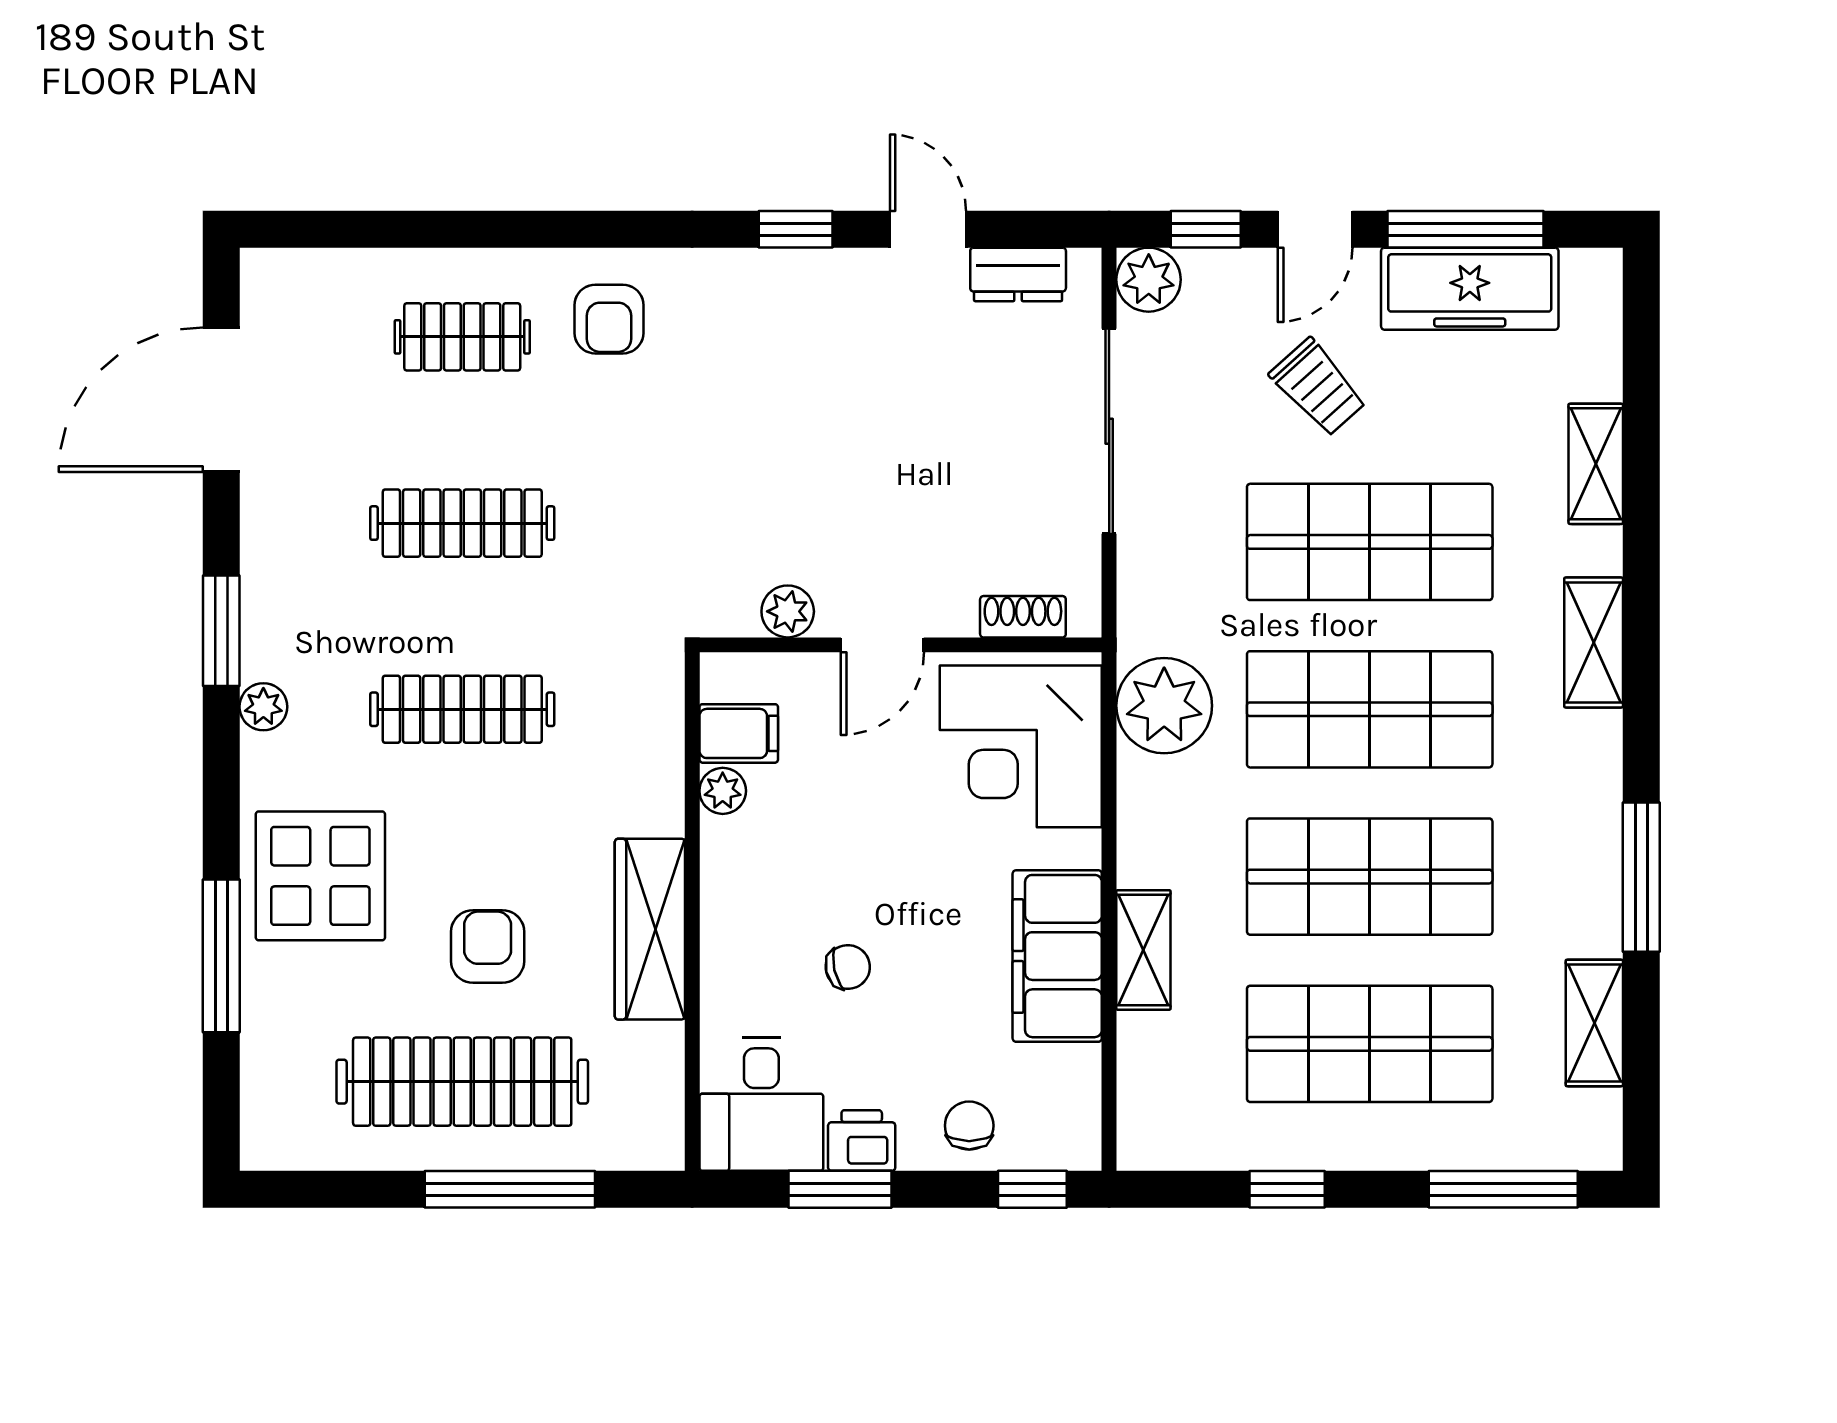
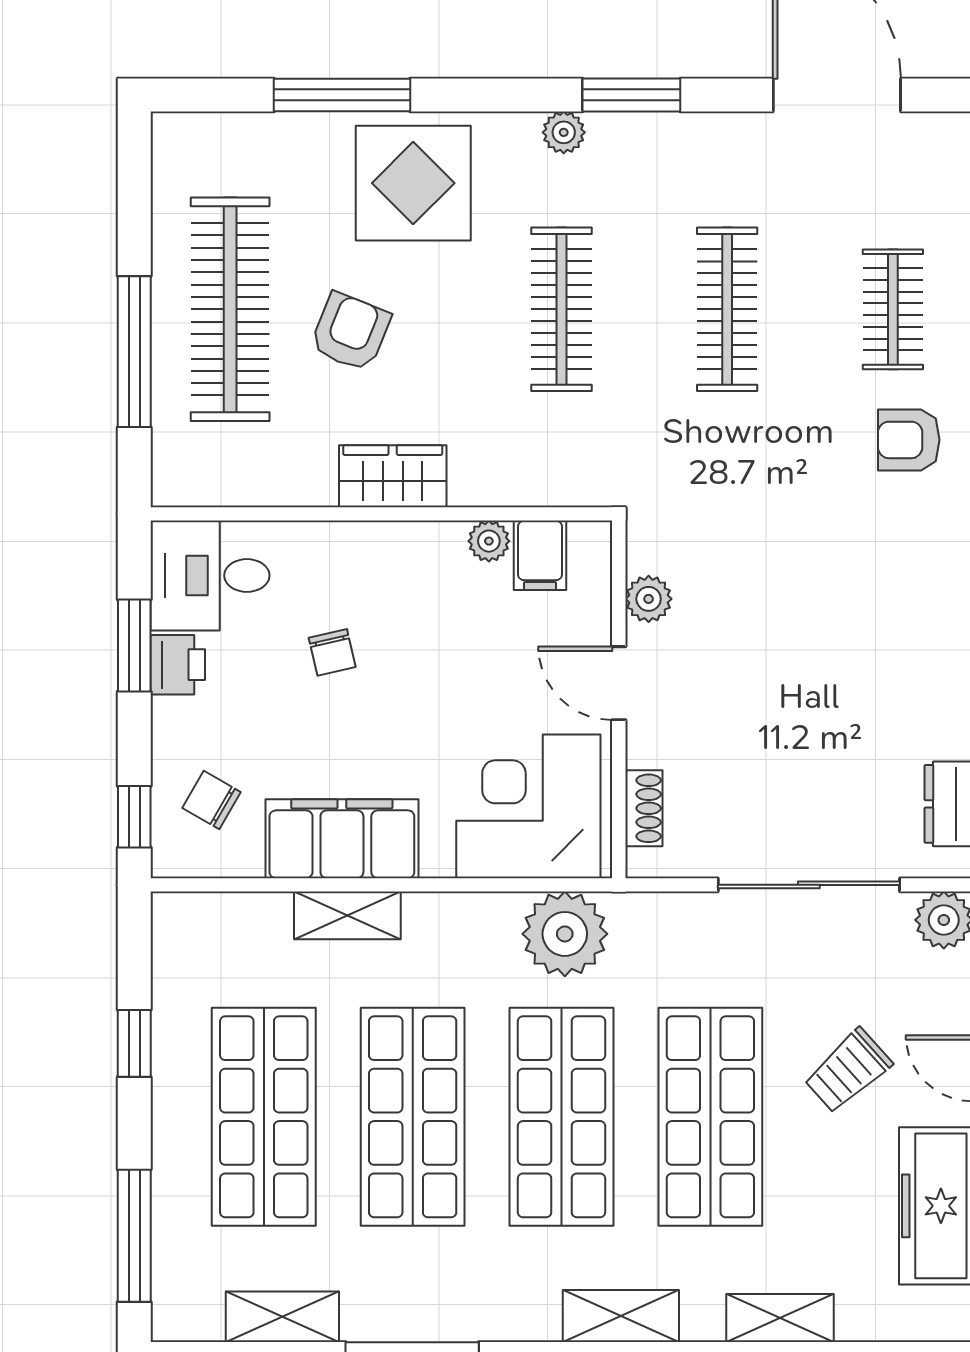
wardrobe: (650, 929) -> (393, 476), width x0.67
armchair: (488, 946) -> (350, 332), turned -68
chair: (969, 1126) -> (211, 800), moved, turned -150

